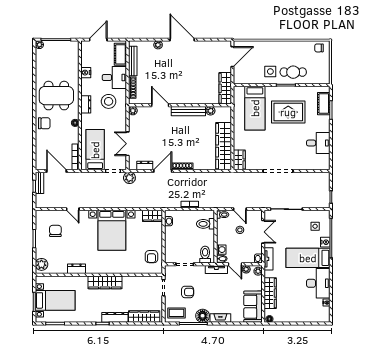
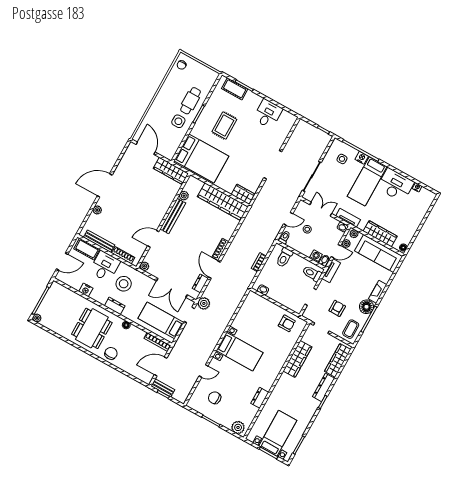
door: (98, 40) -> (62, 262), swing flipped
bed: (255, 108) -> (201, 158), width x1.50
rug: (288, 112) -> (224, 125), width x0.73, depth x0.70
double door: (128, 144) -> (172, 288), width x1.37
wardrobe: (153, 216) -> (250, 302), removed
bed with nightstands: (112, 230) -> (240, 352), width x0.73
wardrobe: (105, 282) -> (298, 359), moved
sofa: (253, 307) -> (379, 253), width x1.36

